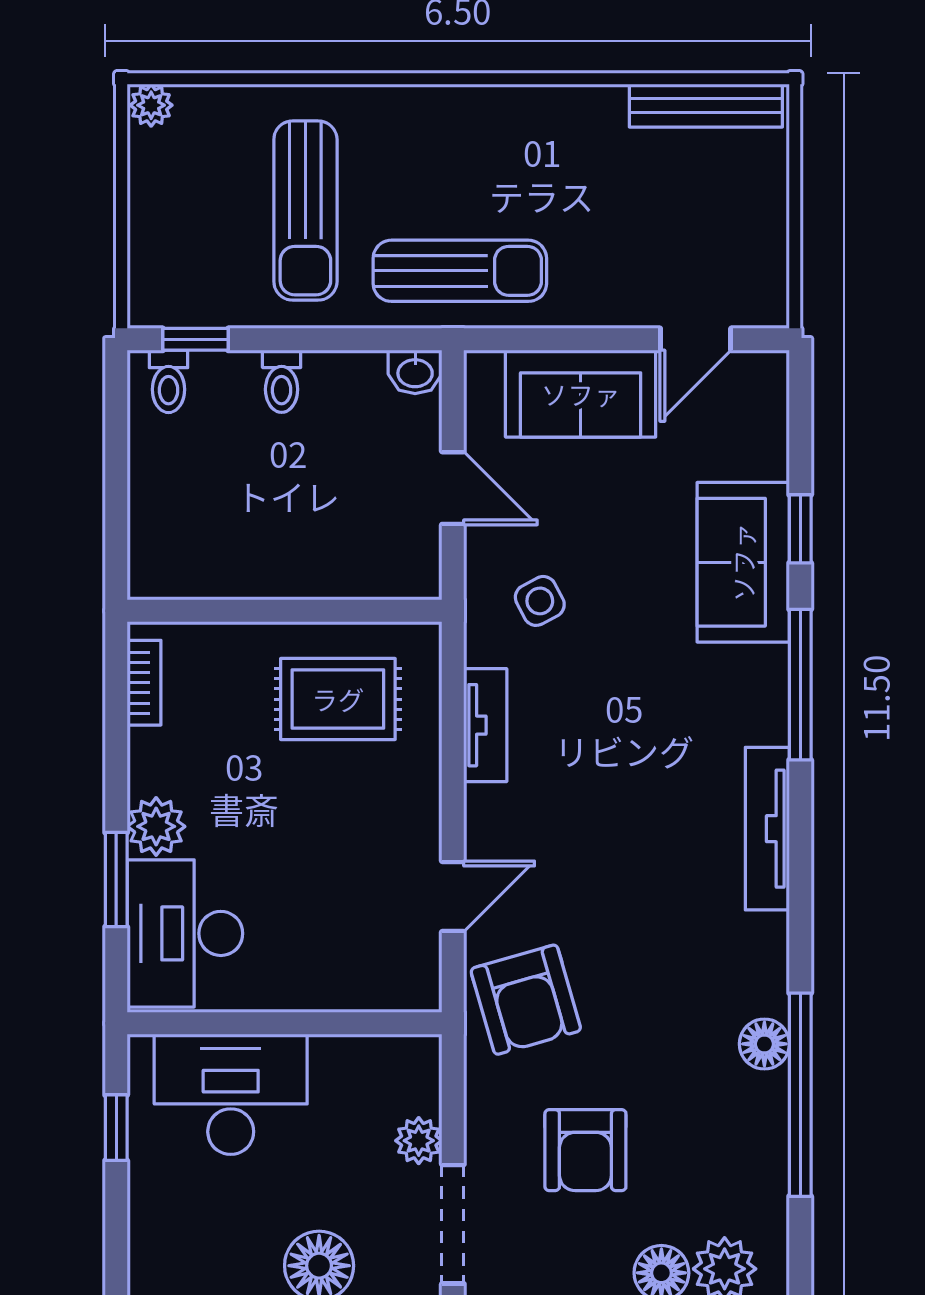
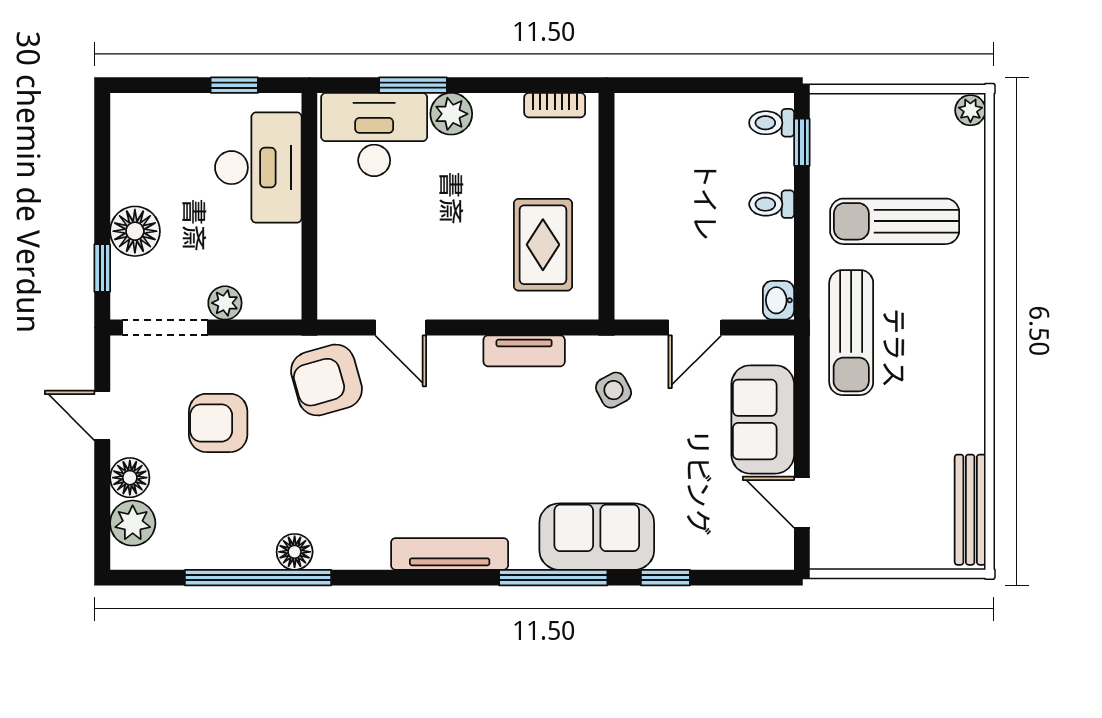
sofa: (743, 562) -> (597, 537), moved

